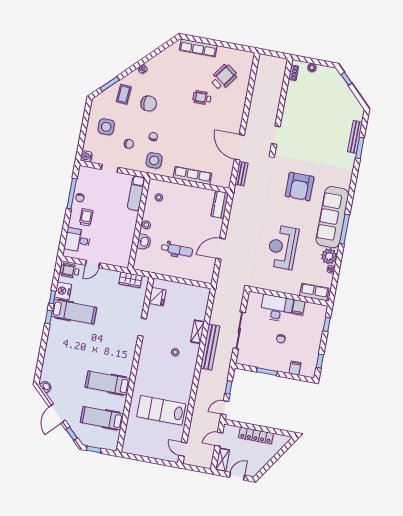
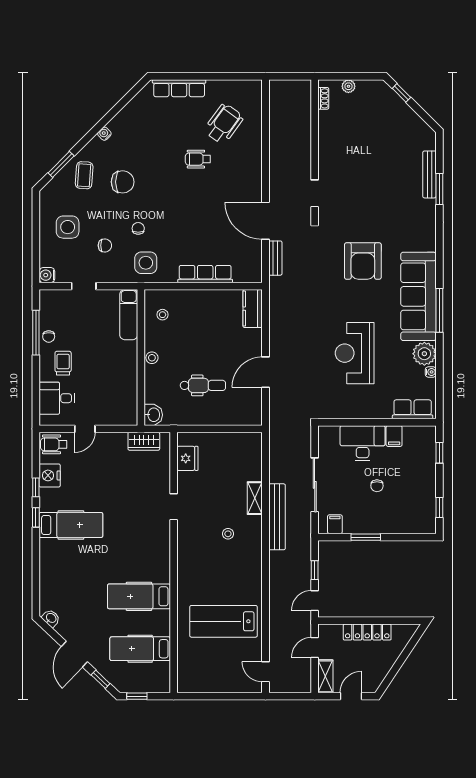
washbasin: (144, 242) -> (153, 415), moved
hospital bed: (74, 312) -> (71, 525), moved
filing cabinet: (295, 368) -> (335, 524), moved

